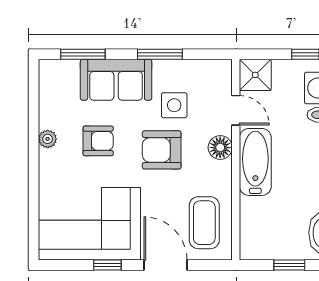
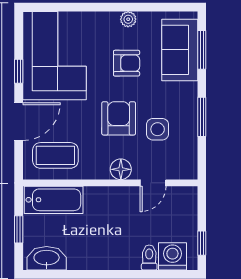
shower: (255, 75) -> (184, 200), removed
sofa: (116, 80) -> (180, 50), moved
armchair: (98, 141) -> (127, 63), turned -90
bathtub: (255, 162) -> (54, 200), moved

